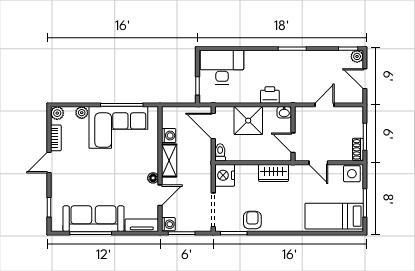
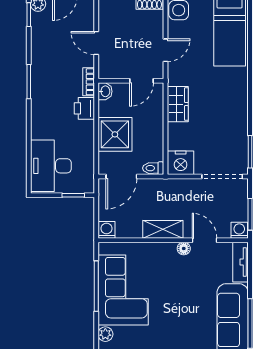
bookcase: (292, 99) -> (89, 82), added
washing machine: (169, 136) -> (106, 230), moved
armchair: (252, 220) -> (234, 129), removed

